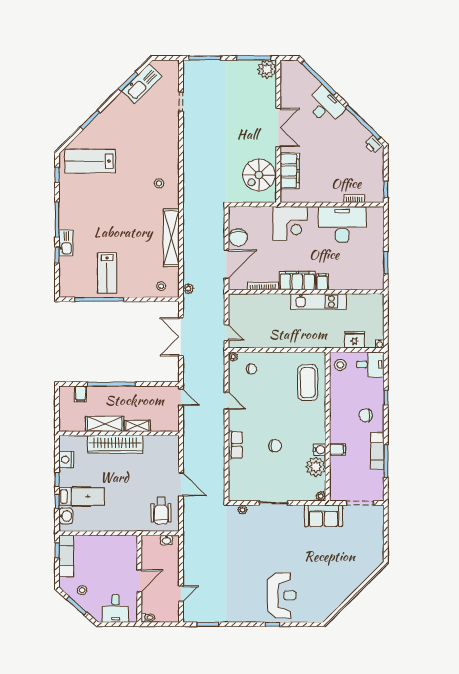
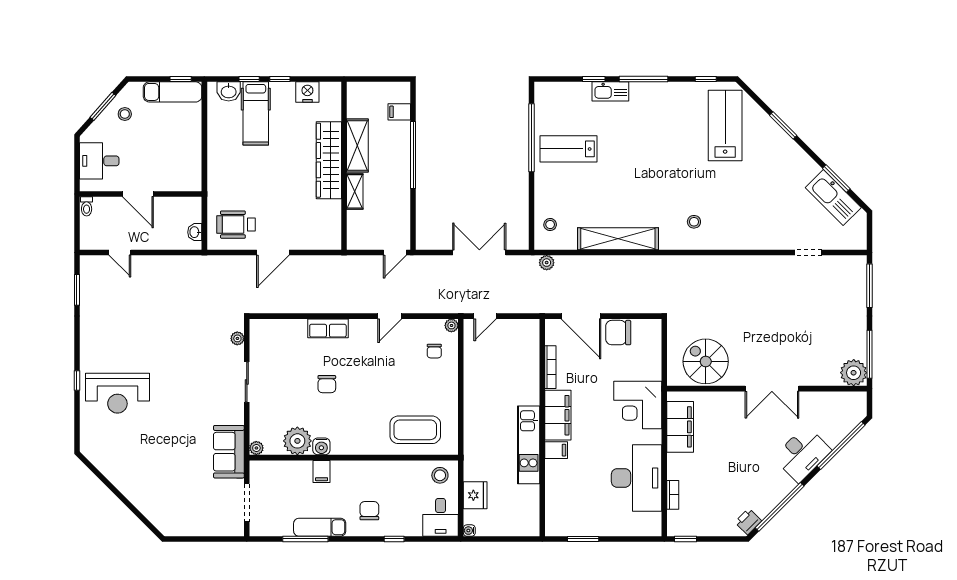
filing cabinet: (290, 171) -> (680, 427), moved, turned -90

